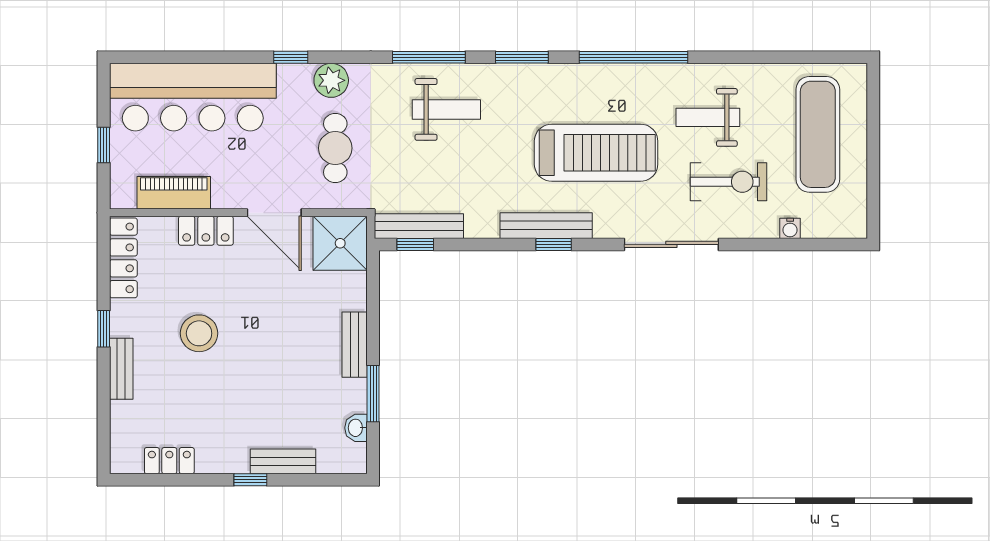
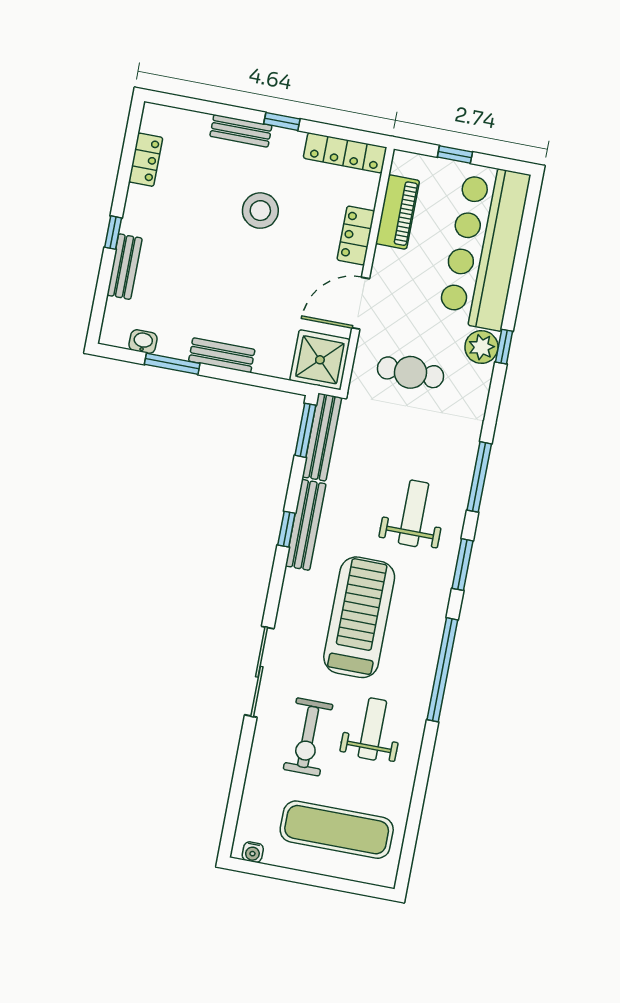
plant: (331, 80) -> (481, 347), moved
weight bench: (446, 109) -> (414, 513), moved, turned 180
treadmill: (596, 153) -> (359, 617), turned 180
bench: (546, 226) -> (306, 525), moved
water cooler: (790, 228) -> (253, 852), moved, turned -90
window: (415, 244) -> (305, 430), width x1.50
window: (554, 244) -> (286, 529), moved

